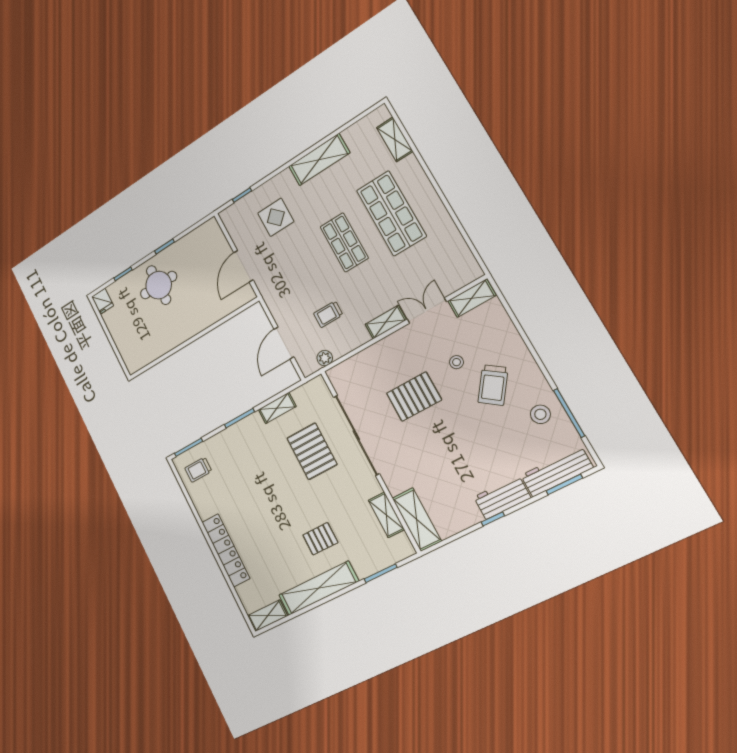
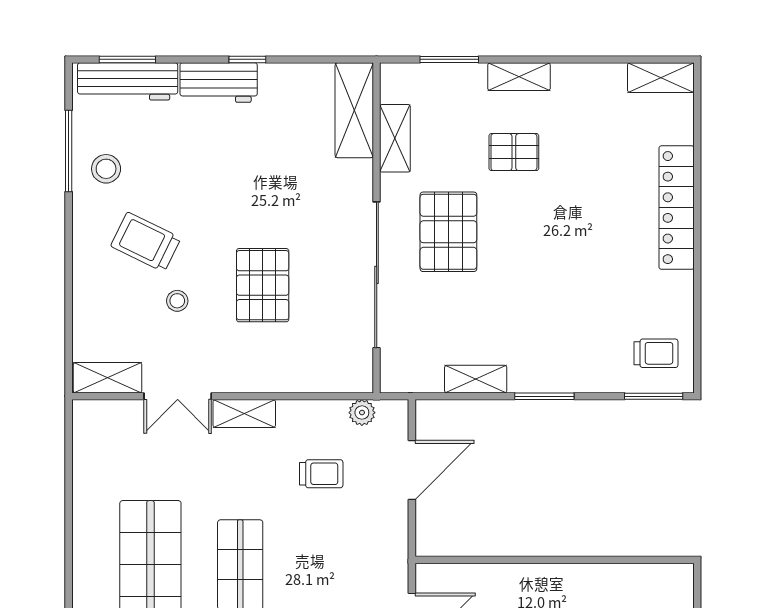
trolley: (493, 385) -> (146, 242), turned -100
pallet: (414, 397) -> (263, 285), turned 90
pallet: (312, 451) -> (448, 232), moved
shelving: (318, 588) -> (519, 77), width x0.45, depth x0.75

